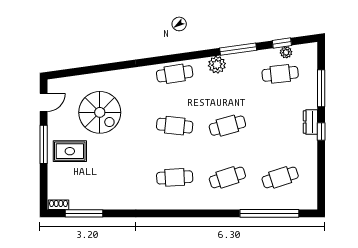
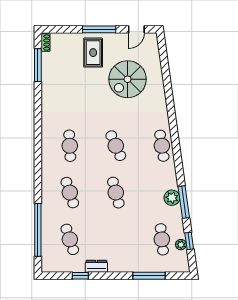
plant: (217, 65) -> (172, 198), moved
door: (44, 102) -> (136, 29), hinge flipped
dresser: (310, 122) -> (96, 266), moved
cafe table: (175, 126) -> (116, 146), turned -30
window: (321, 131) -> (80, 276), moved

